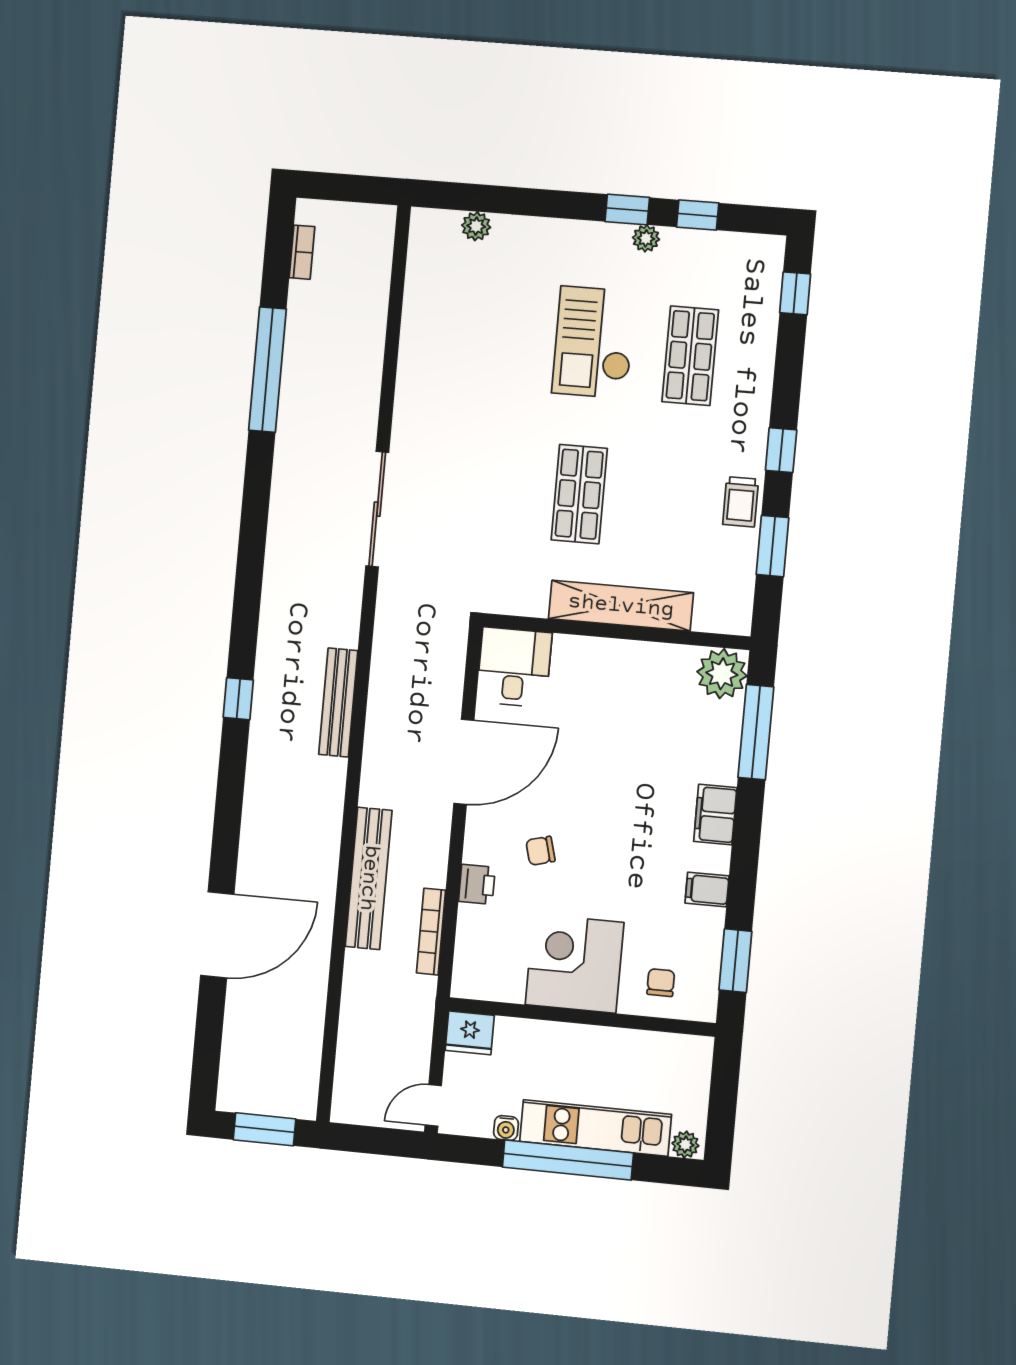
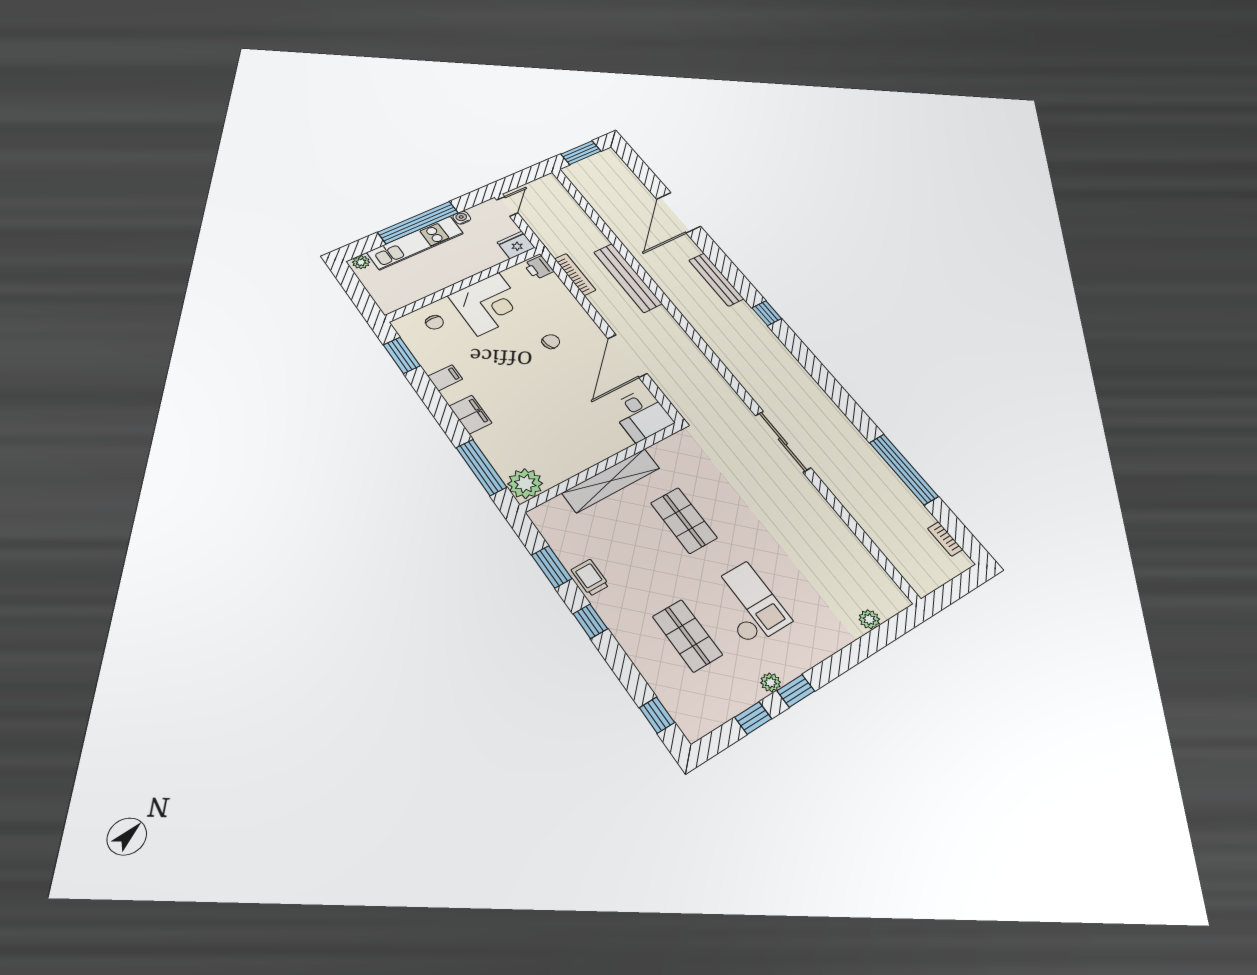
bench: (338, 702) -> (716, 279), moved
printer: (477, 884) -> (539, 268), moved

